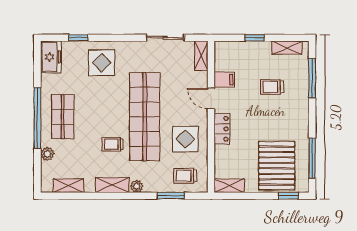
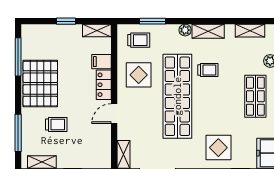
filing cabinet: (224, 80) -> (102, 62), moved
door: (211, 99) -> (114, 114), swing flipped
pallet: (277, 166) -> (40, 84), moved
window: (288, 196) -> (66, 21), moved

